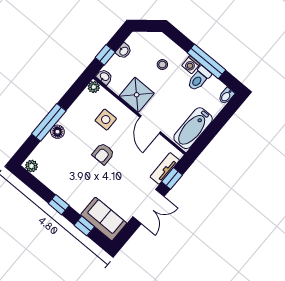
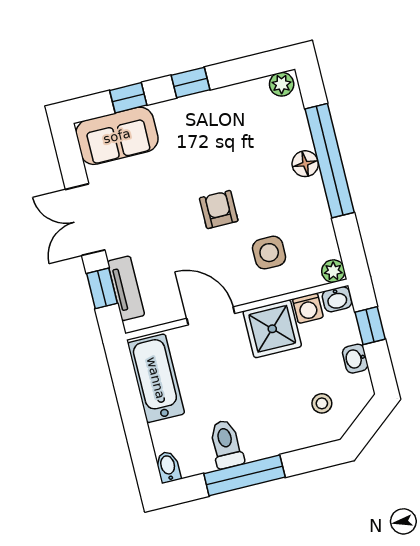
stool: (162, 65) -> (322, 403), moved
washing machine: (191, 65) -> (308, 308), moved, turned 180
window: (49, 122) -> (330, 161), width x1.46

